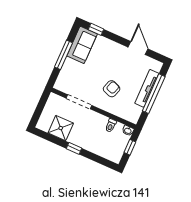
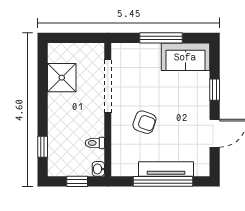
window: (96, 29) -> (215, 90), moved
doorway: (79, 102) -> (108, 86), width x1.36
window: (74, 148) -> (43, 147), moved

